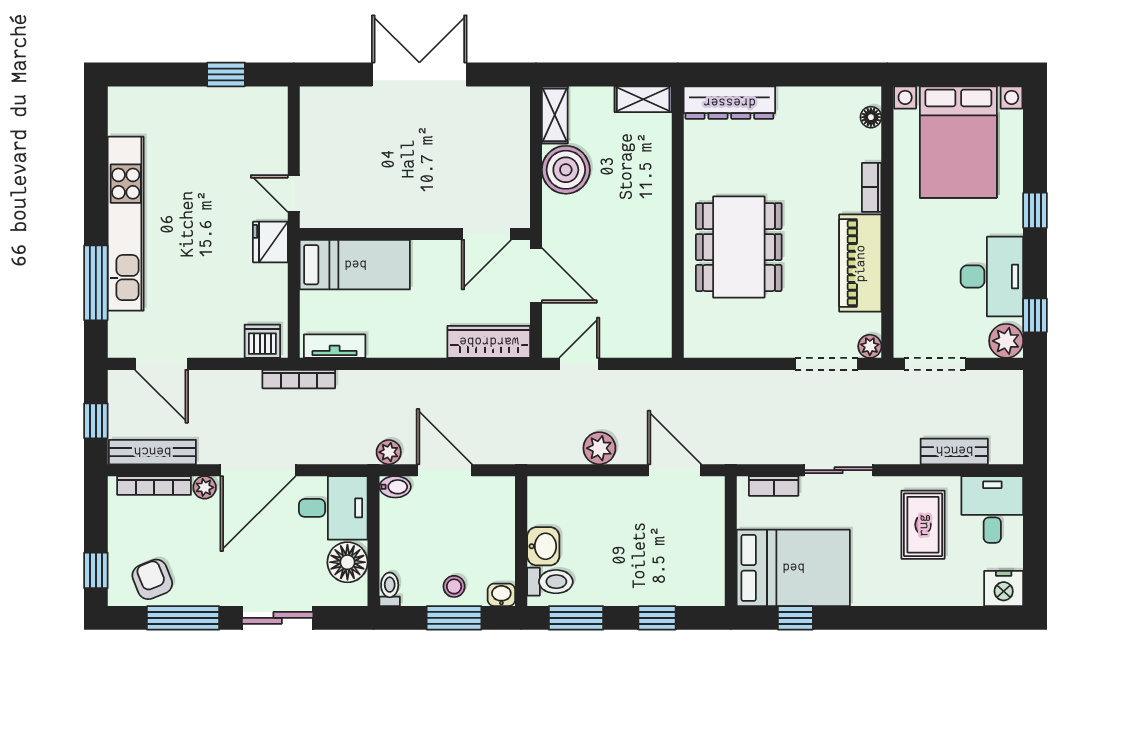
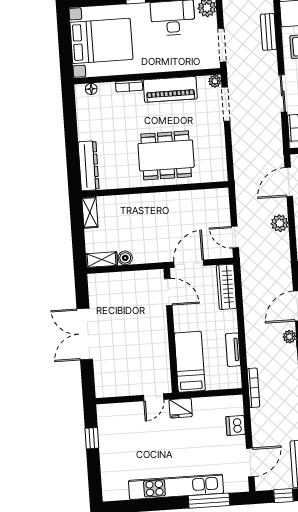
boiler: (566, 170) -> (125, 258), width x0.54, depth x0.54
dishwasher: (262, 341) -> (236, 425), moved
tv unit: (335, 346) -> (233, 350), moved

